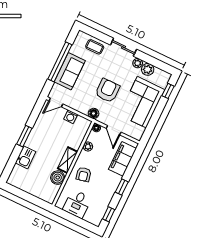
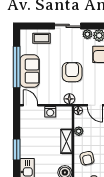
door: (56, 102) -> (31, 105), swing flipped
shelving: (68, 160) -> (66, 141), moved

